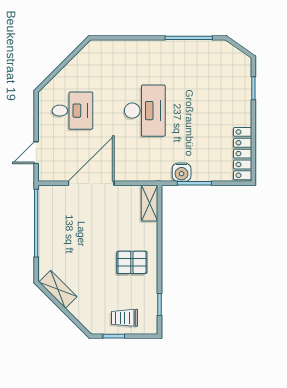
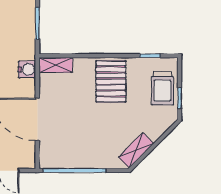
water cooler: (182, 172) -> (27, 69), moved
pallet: (132, 262) -> (111, 81), width x1.50, depth x1.42
trolley: (124, 318) -> (162, 88), width x1.36, depth x1.39

